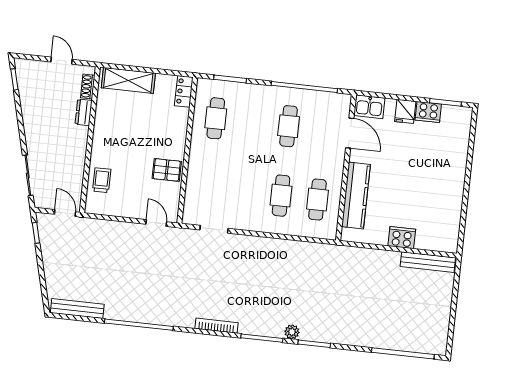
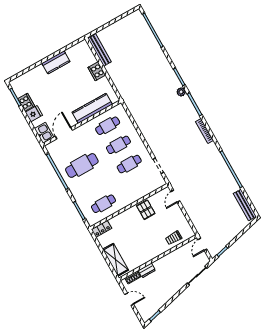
door: (62, 61) -> (129, 299), swing flipped
cafe table: (289, 126) -> (82, 165), width x1.37, depth x1.35
kitchen counter: (453, 191) -> (56, 62), added
cafe table: (245, 192) -> (129, 164), added

